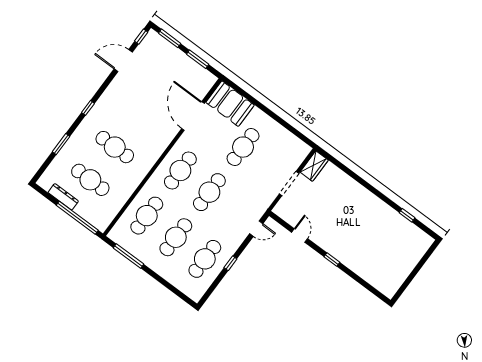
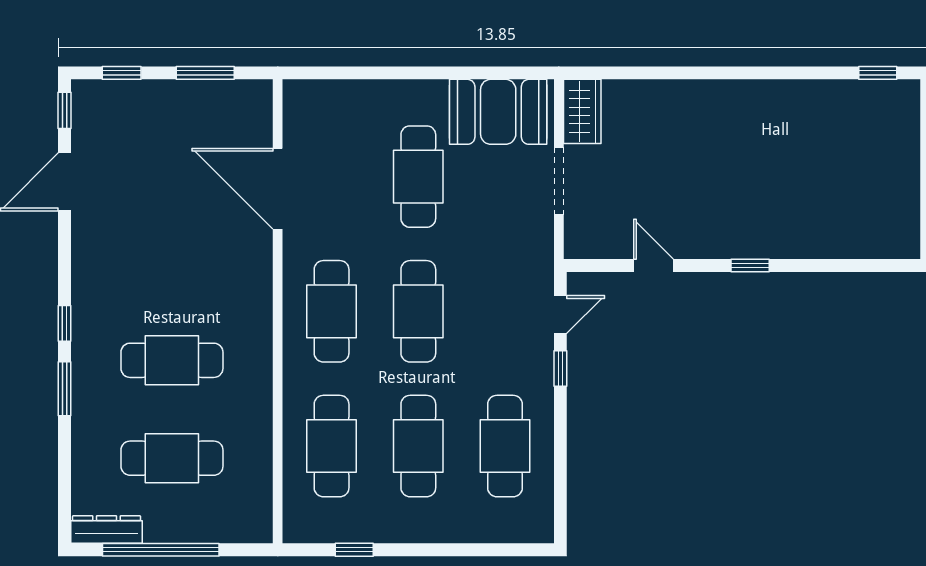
window: (170, 38) -> (122, 73), width x0.67
booth: (230, 104) -> (498, 112), moved
window: (61, 144) -> (65, 389), moved
dresser: (63, 197) -> (107, 530), moved
window: (407, 215) -> (878, 73), moved
window: (77, 218) -> (161, 550), moved
window: (128, 256) -> (354, 550), width x0.46
window: (230, 263) -> (560, 369), moved

